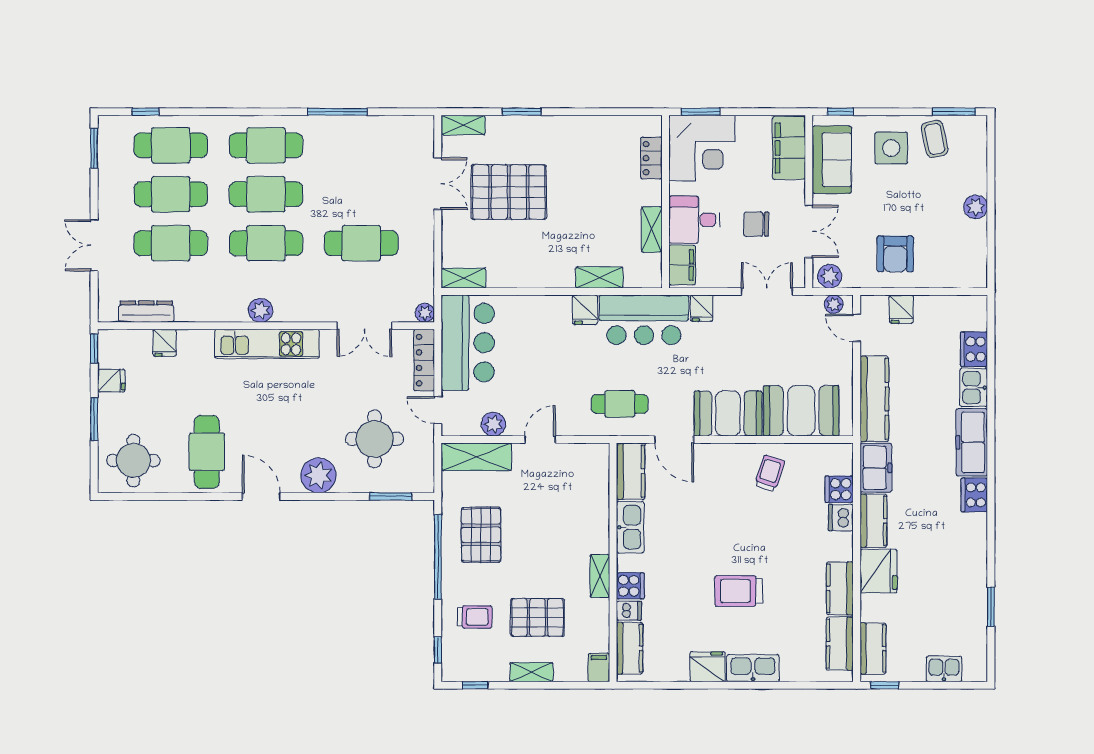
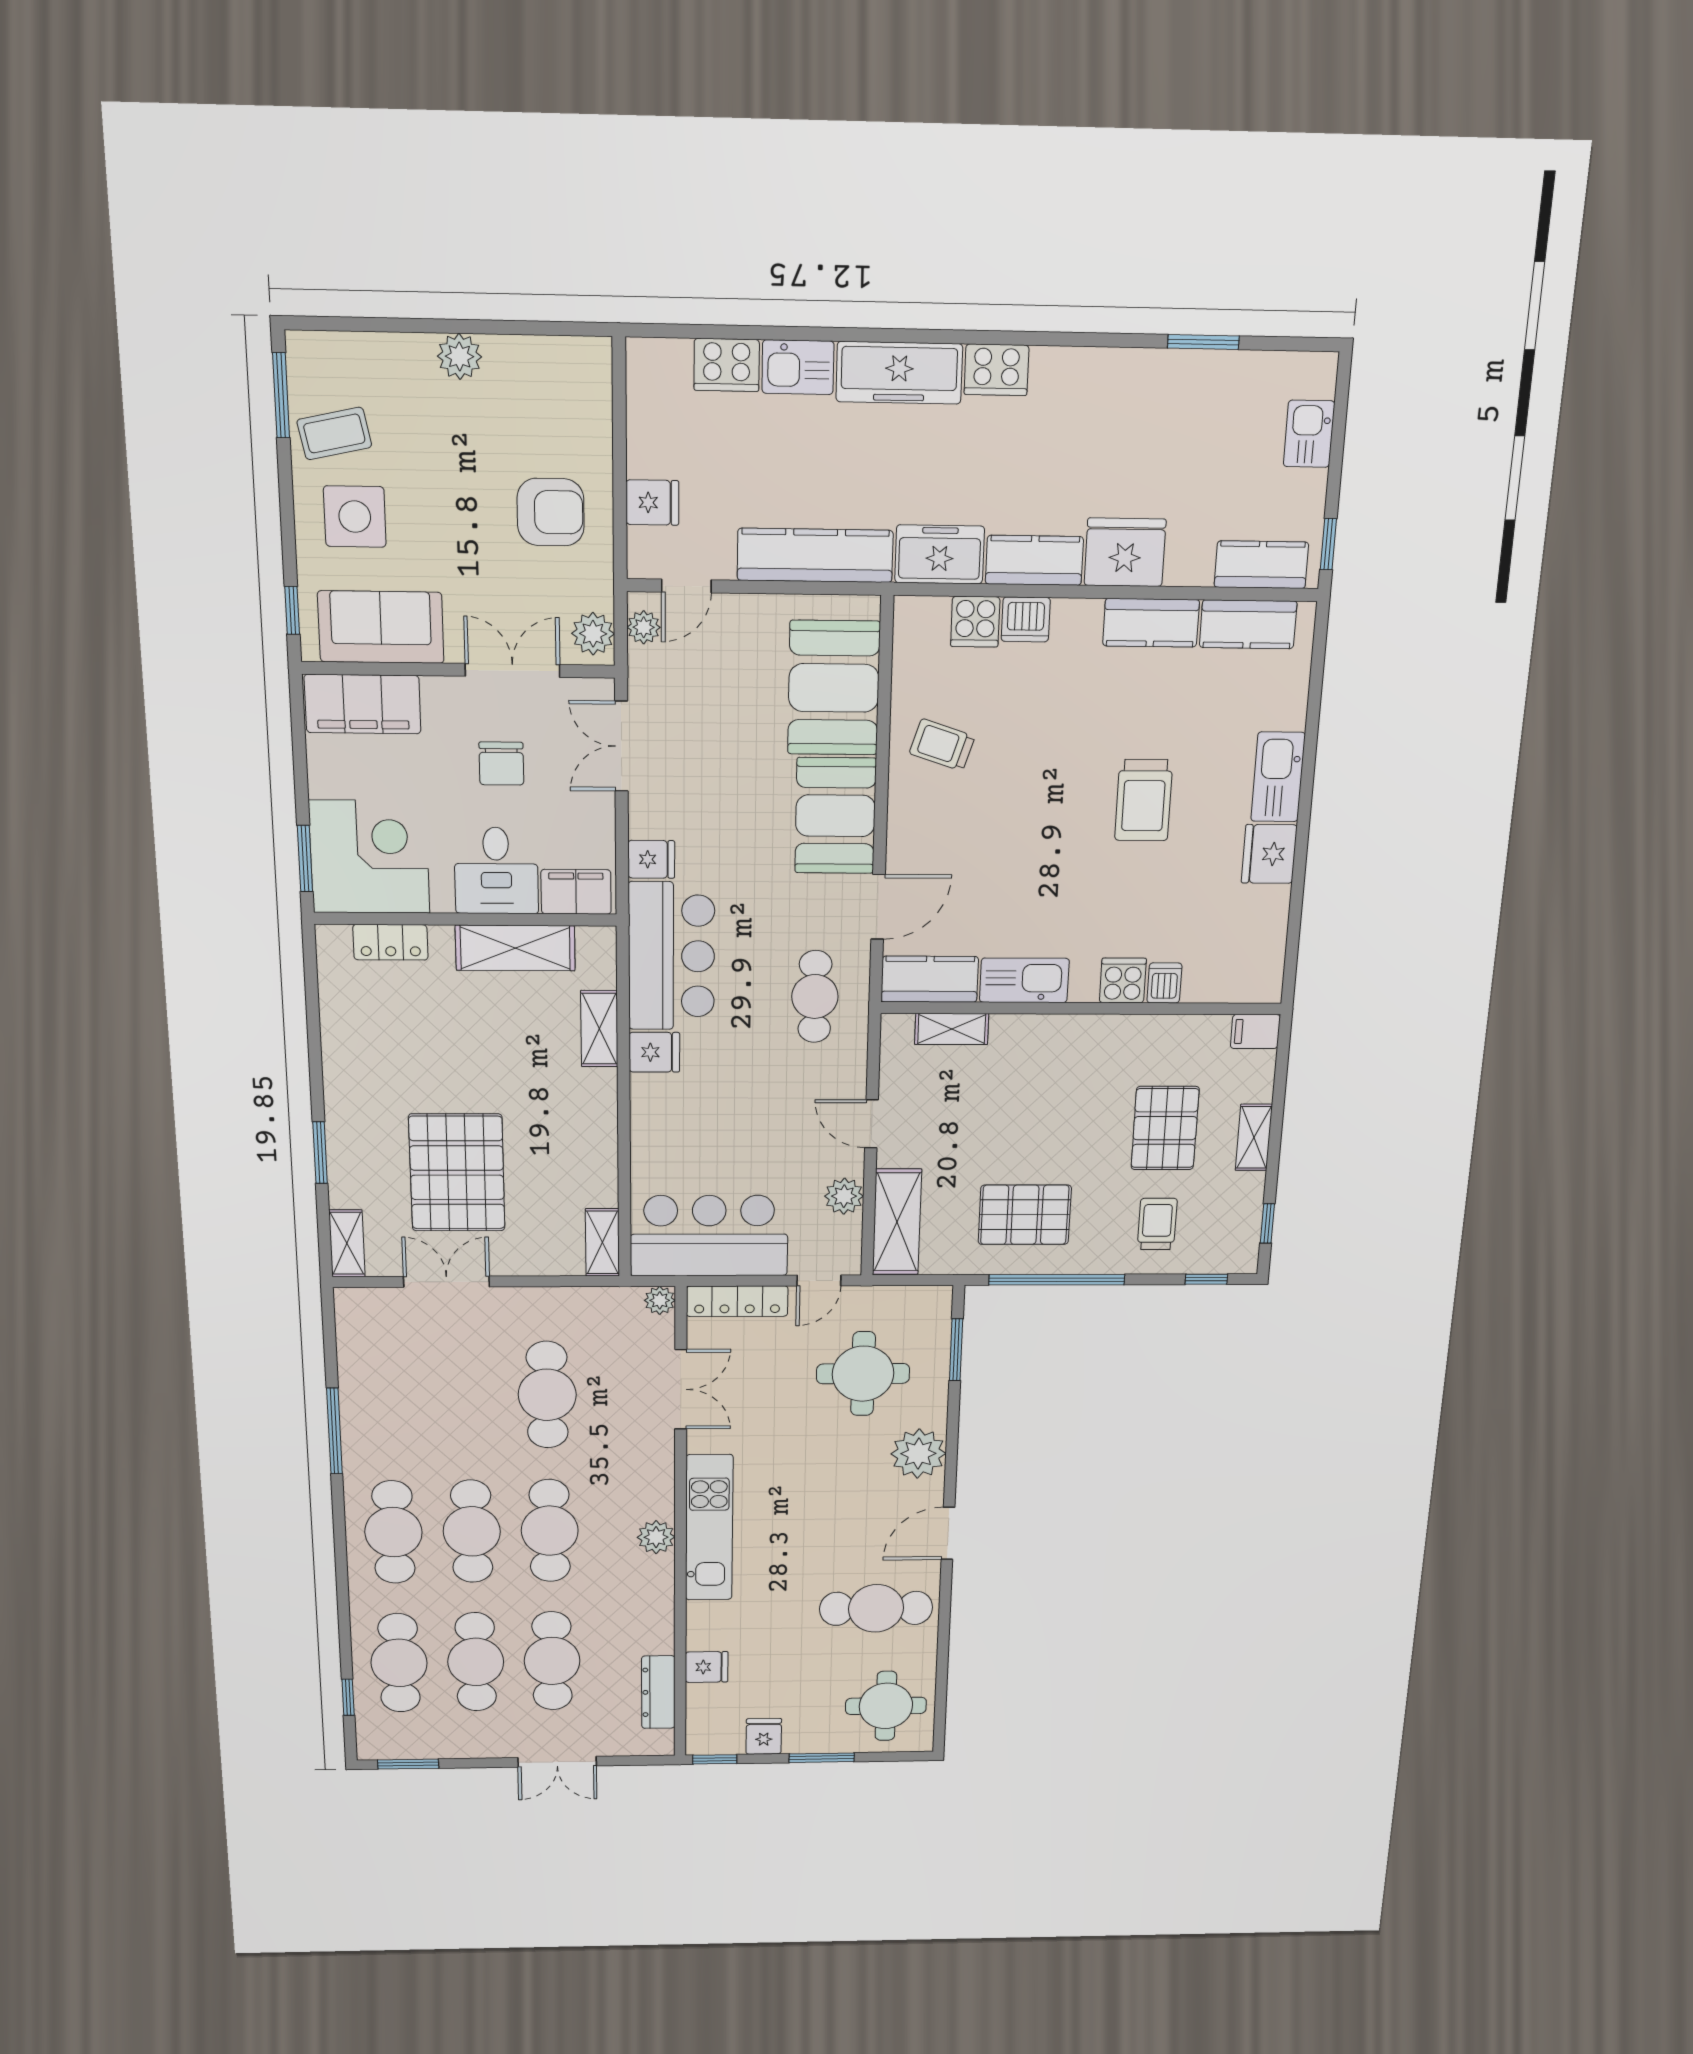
shelving: (652, 230) -> (515, 948), width x1.50, depth x1.33
shelving: (600, 576) -> (952, 1029), moved
kitchen counter: (630, 648) -> (1227, 982), removed

